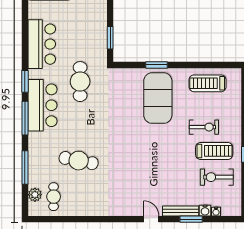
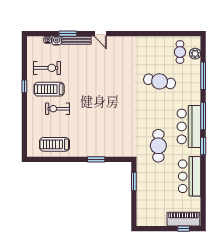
treadmill: (207, 83) -> (55, 144), turned 180
exercise mat: (158, 98) -> (95, 132), removed

